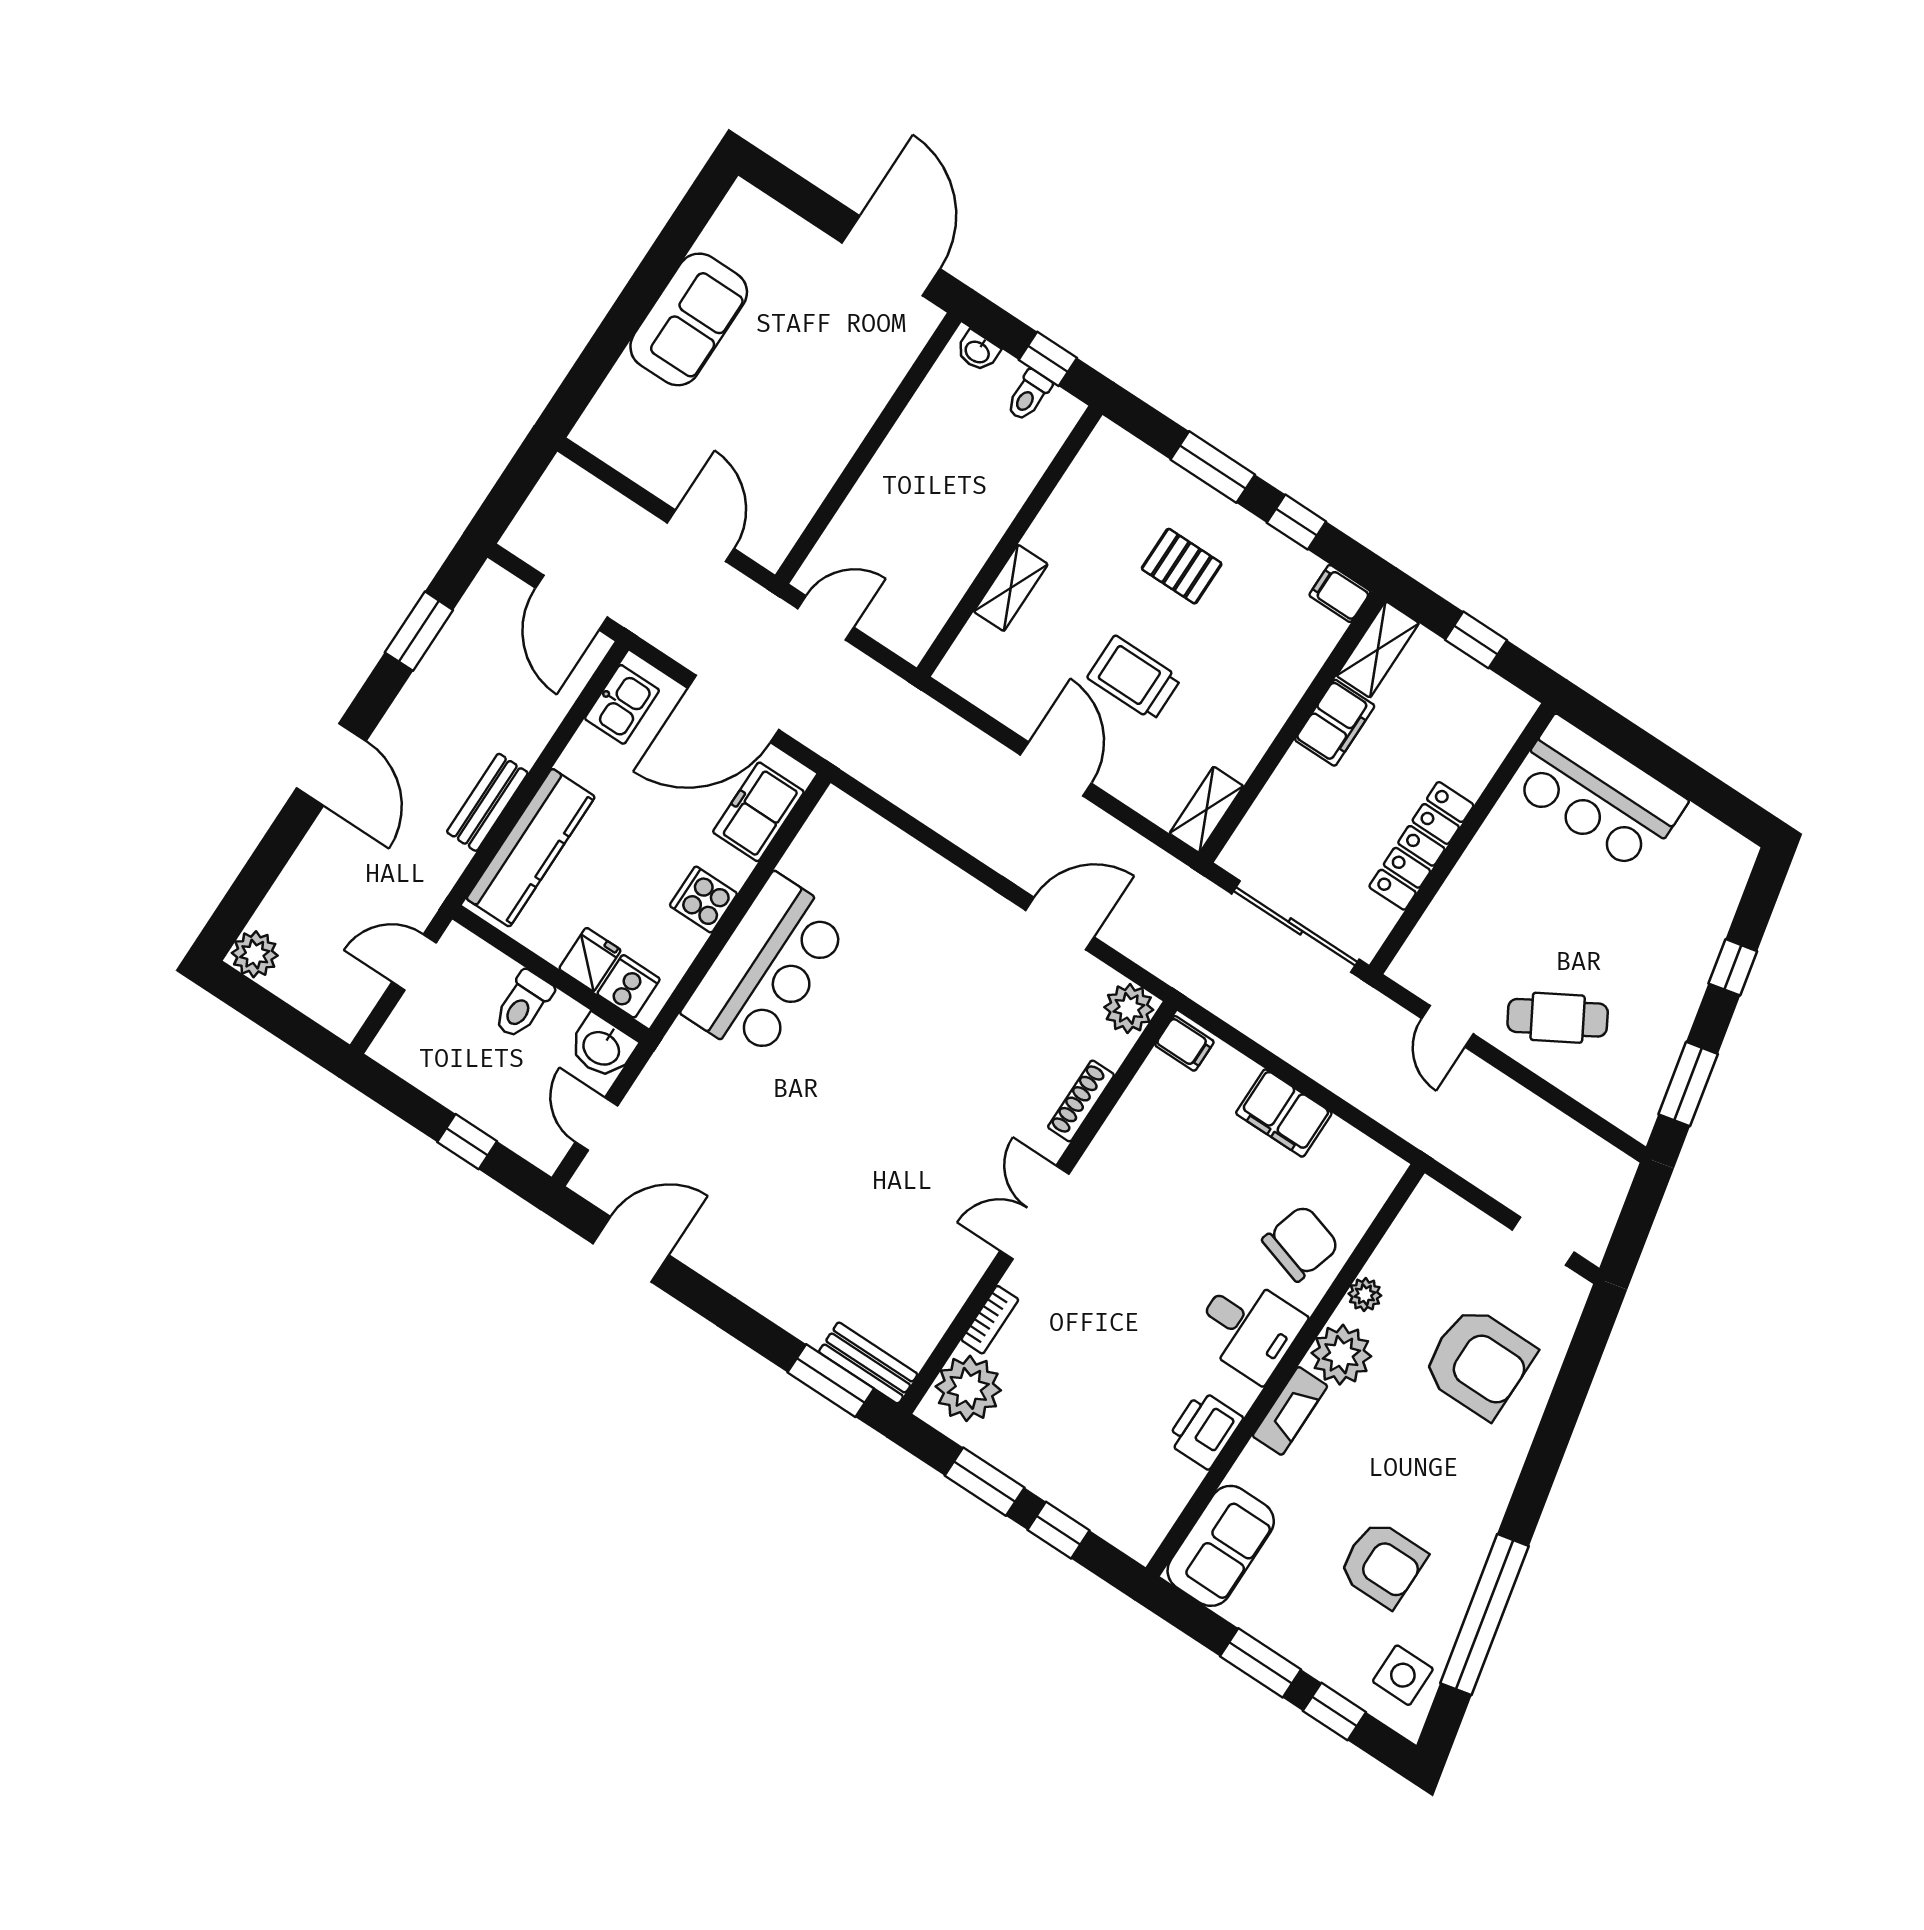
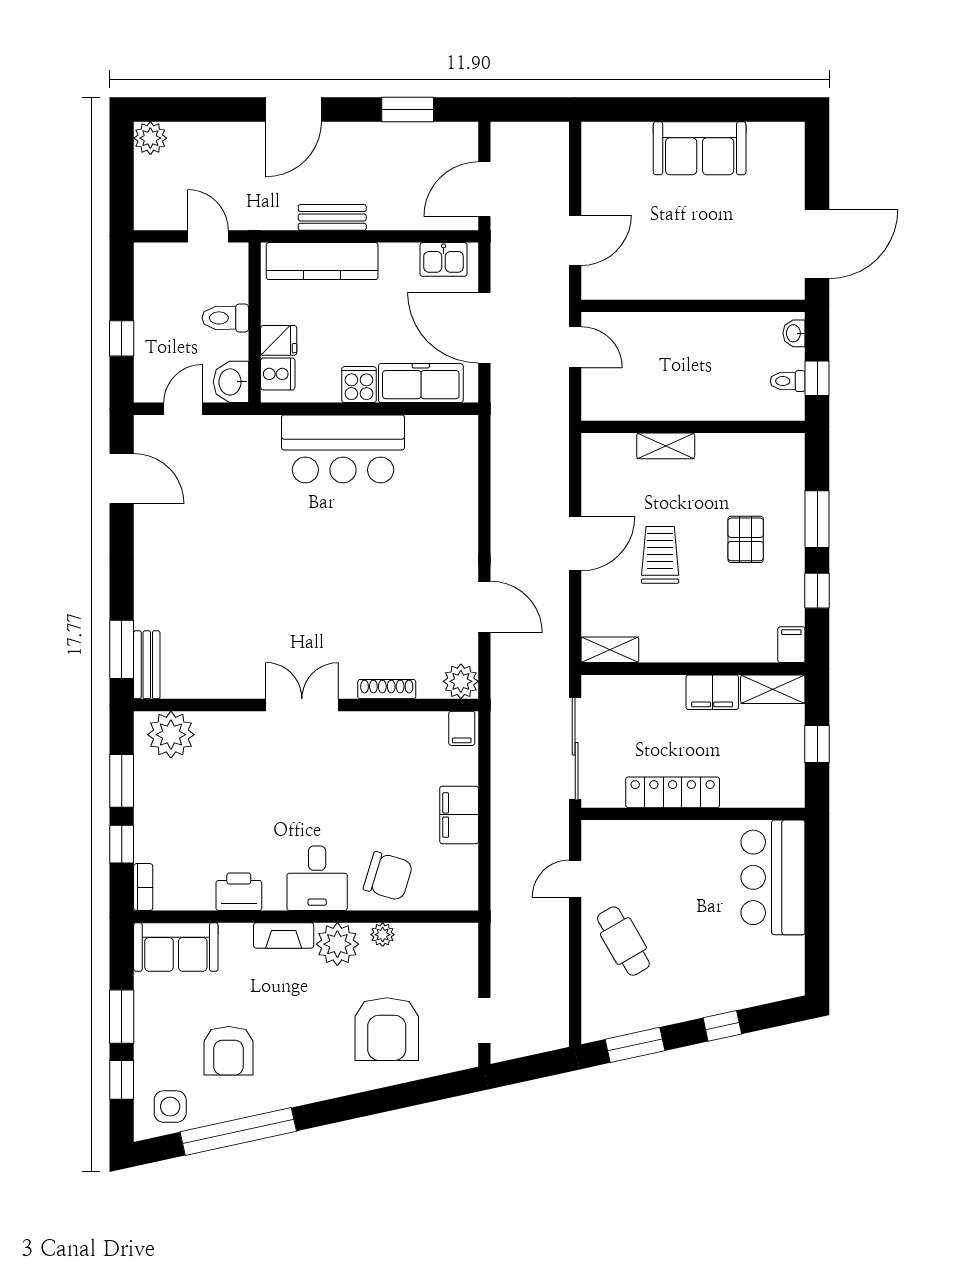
freezer: (758, 812) -> (421, 383), width x1.40
bookcase: (990, 1320) -> (143, 887), moved, turned -90

